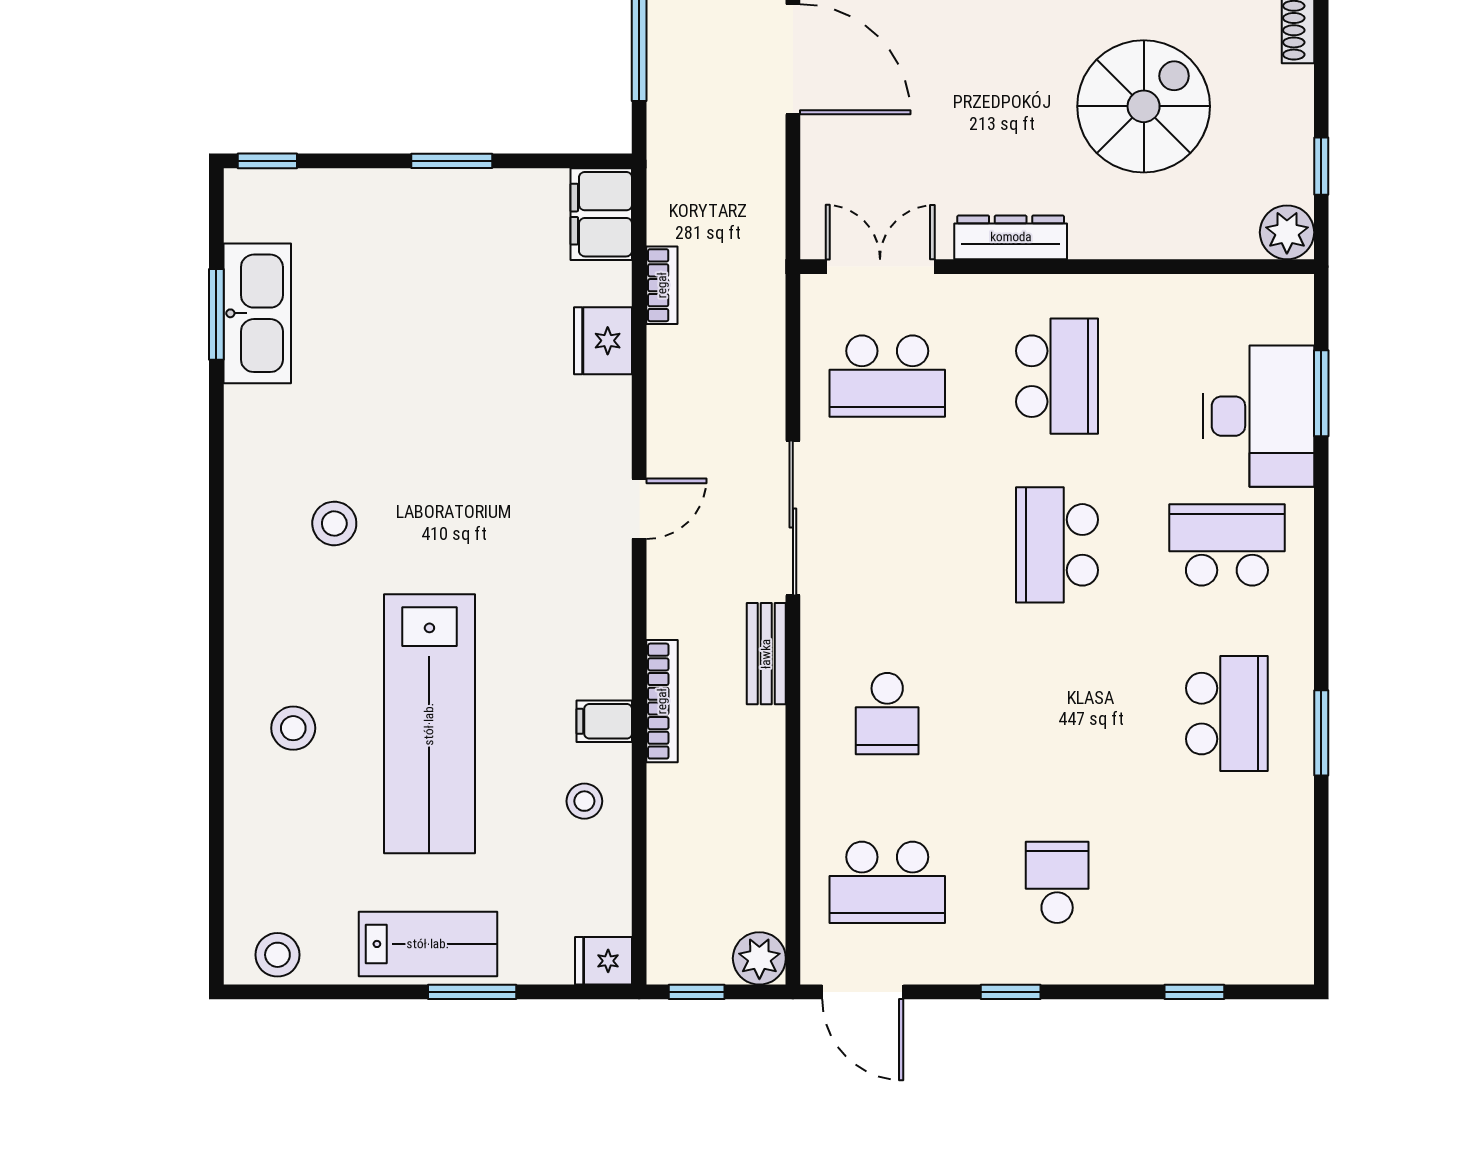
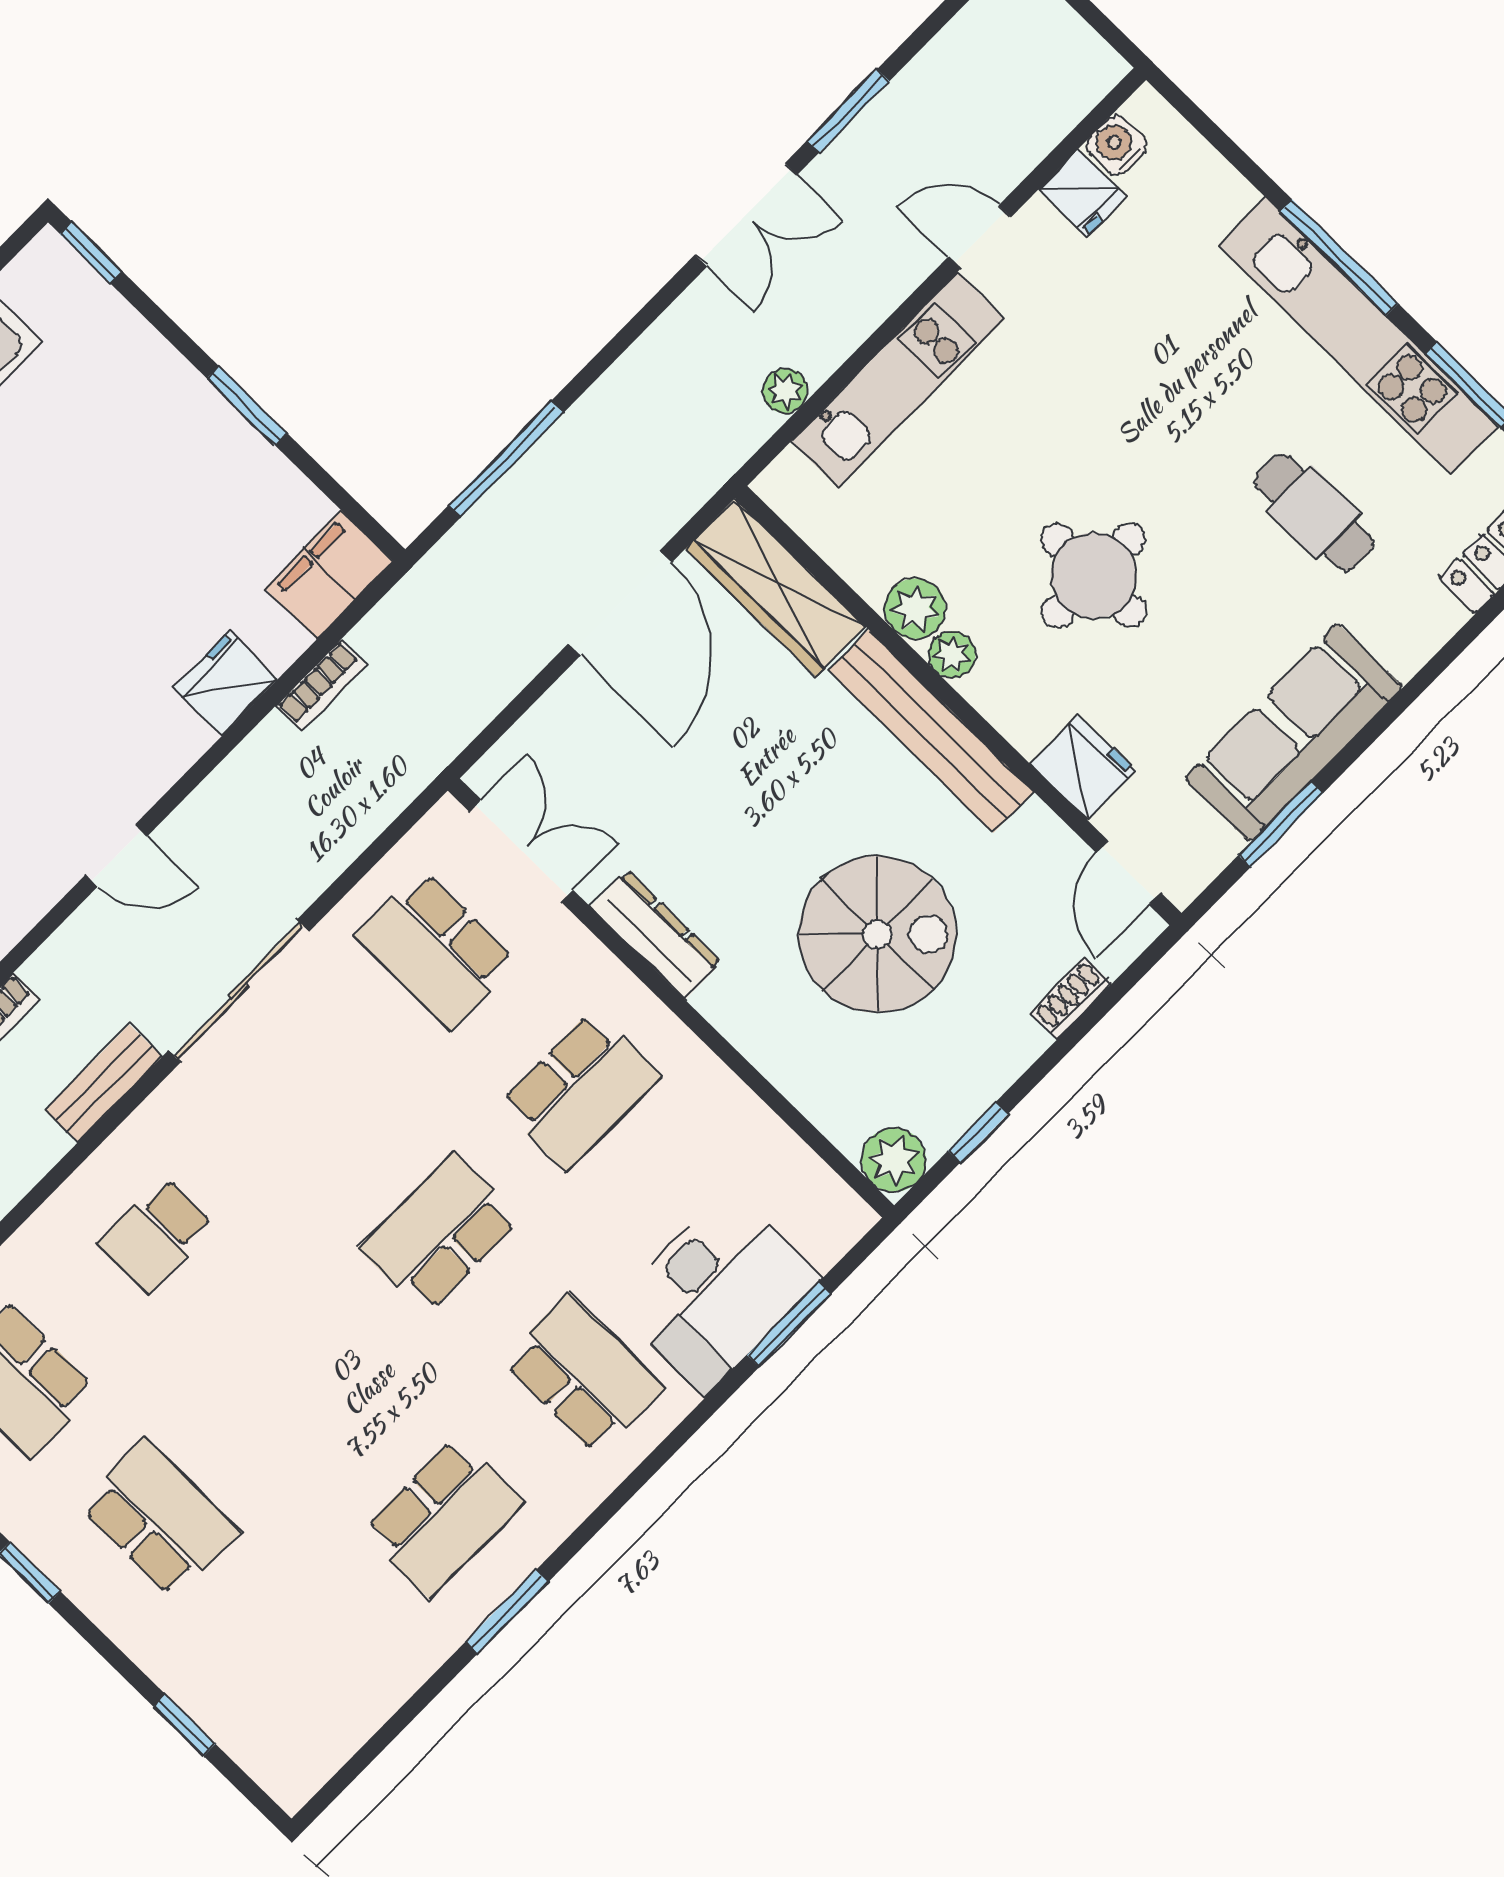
school desk: (1057, 882) -> (159, 1519), width x1.85

